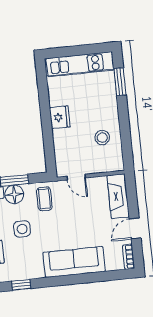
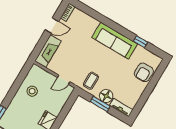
door: (76, 177) -> (64, 80), swing flipped
side table: (22, 229) -> (116, 73), removed
sofa: (74, 262) -> (115, 41), moved

